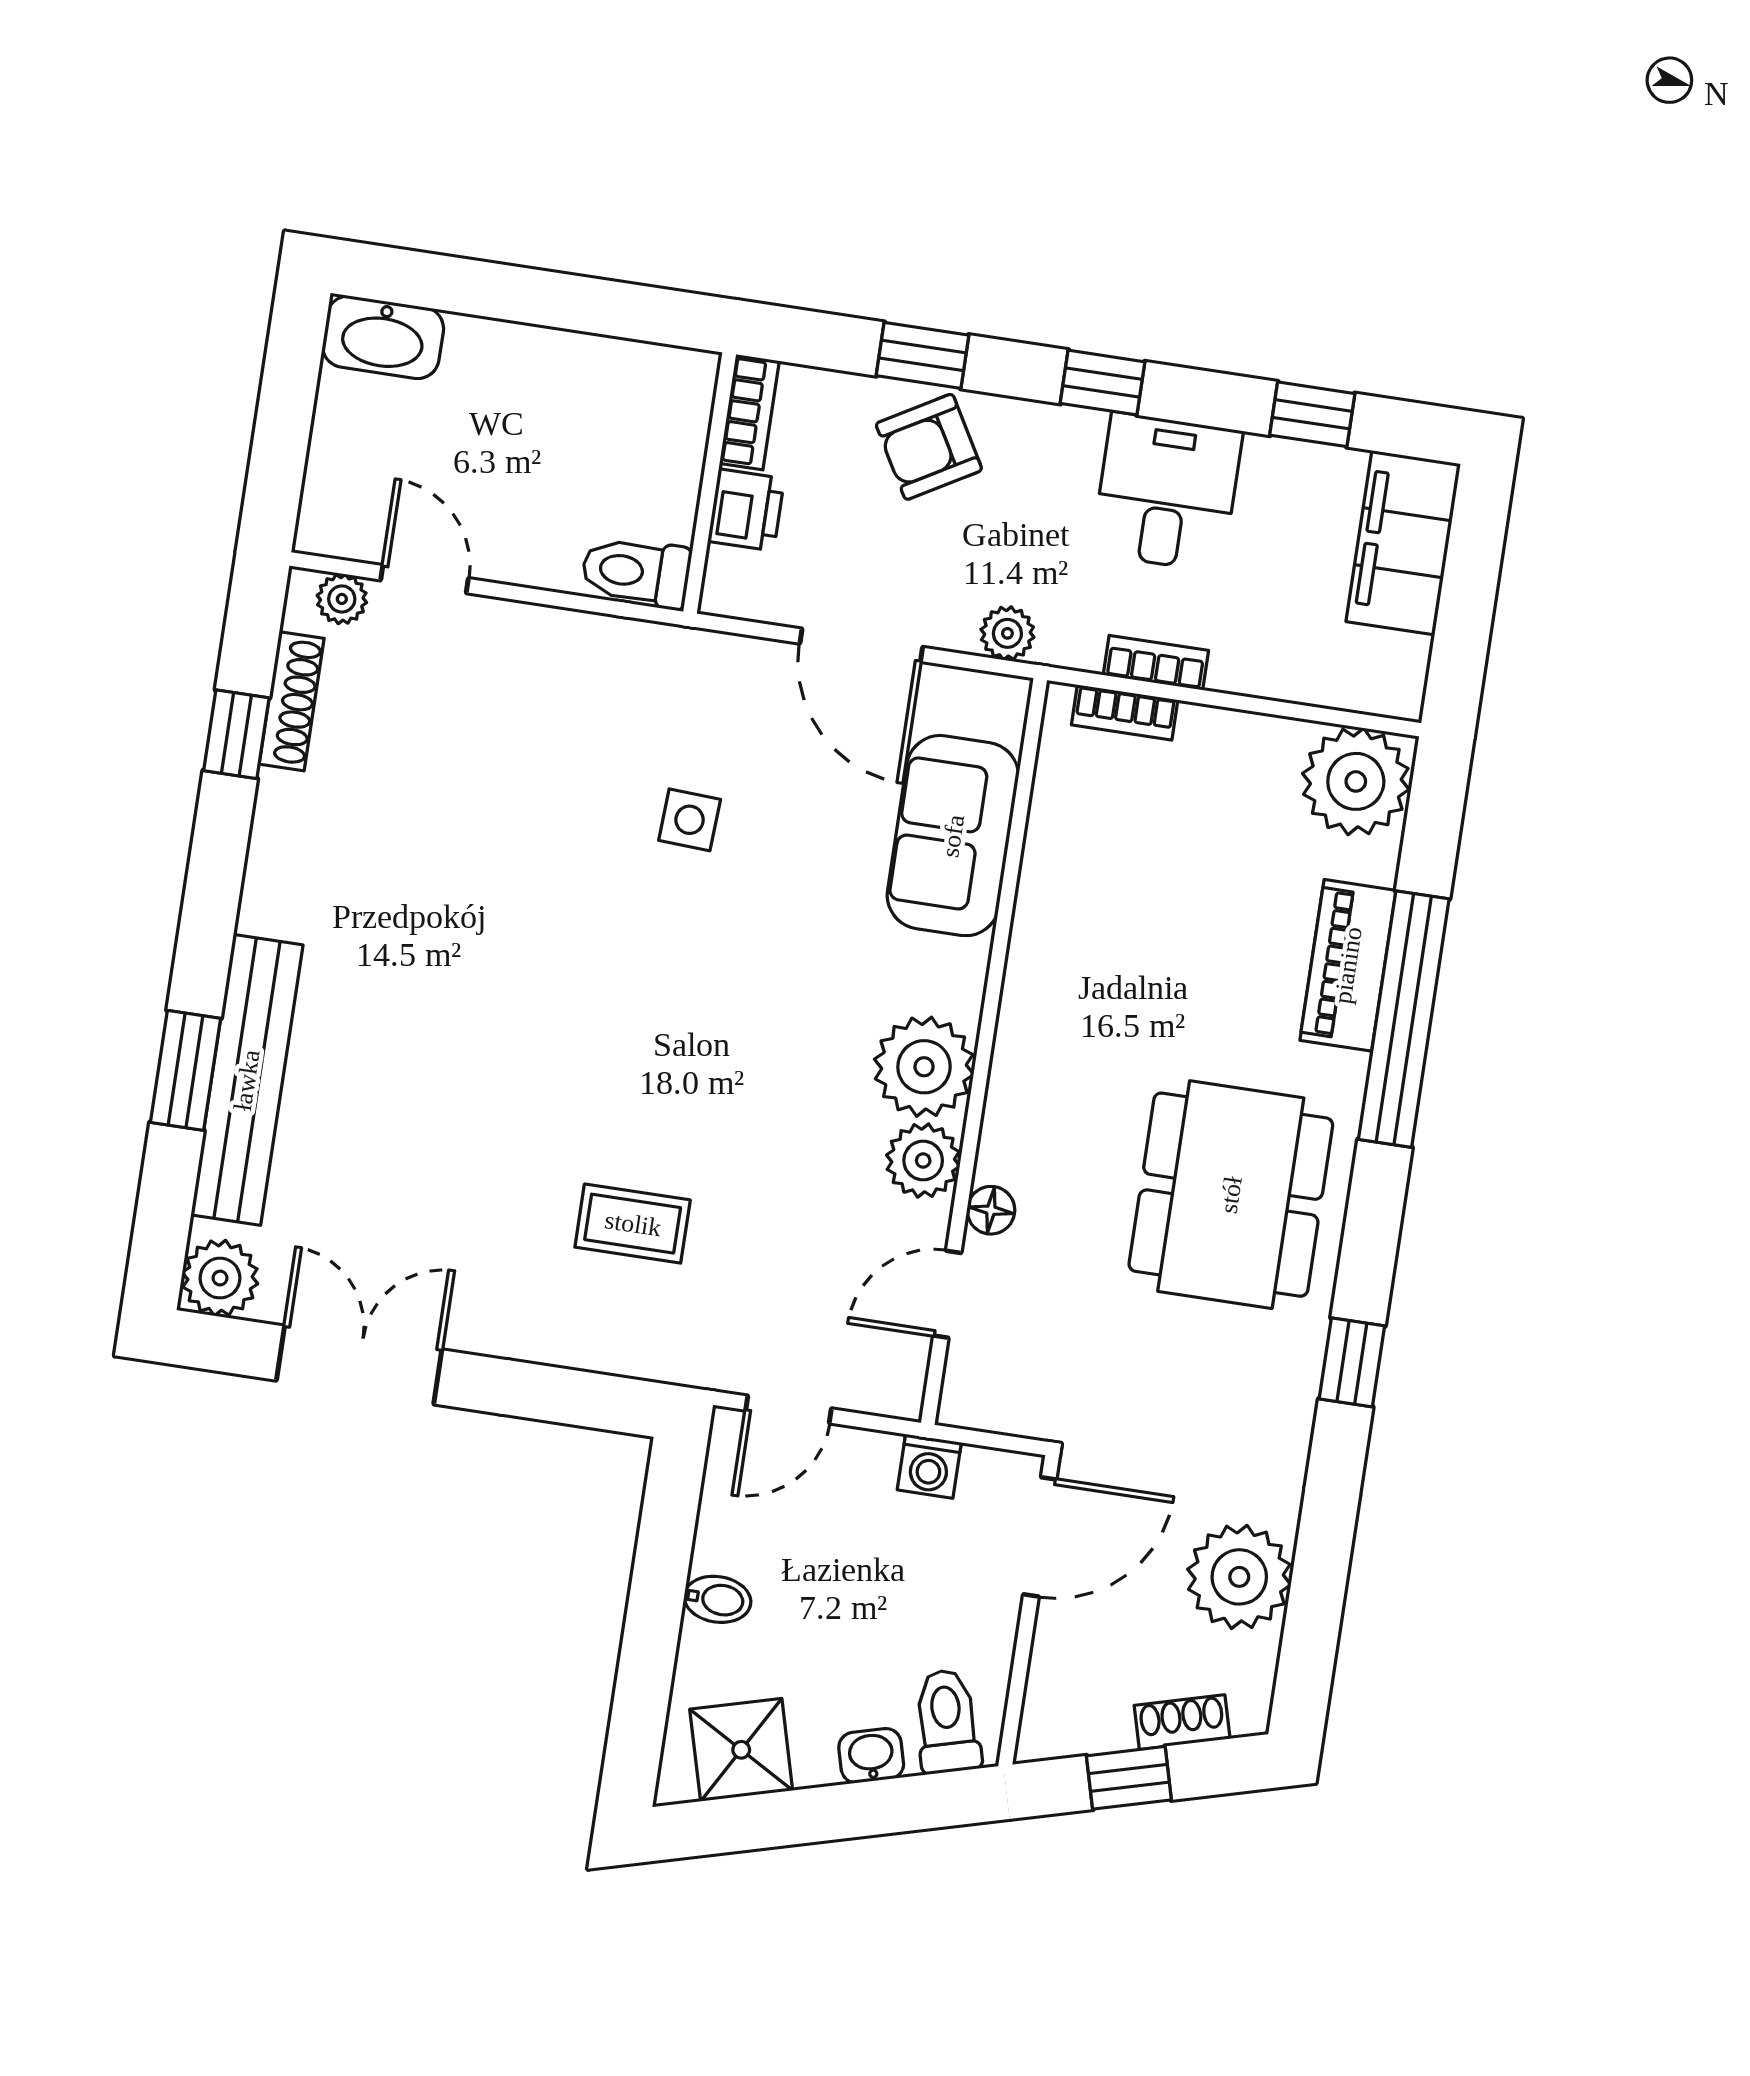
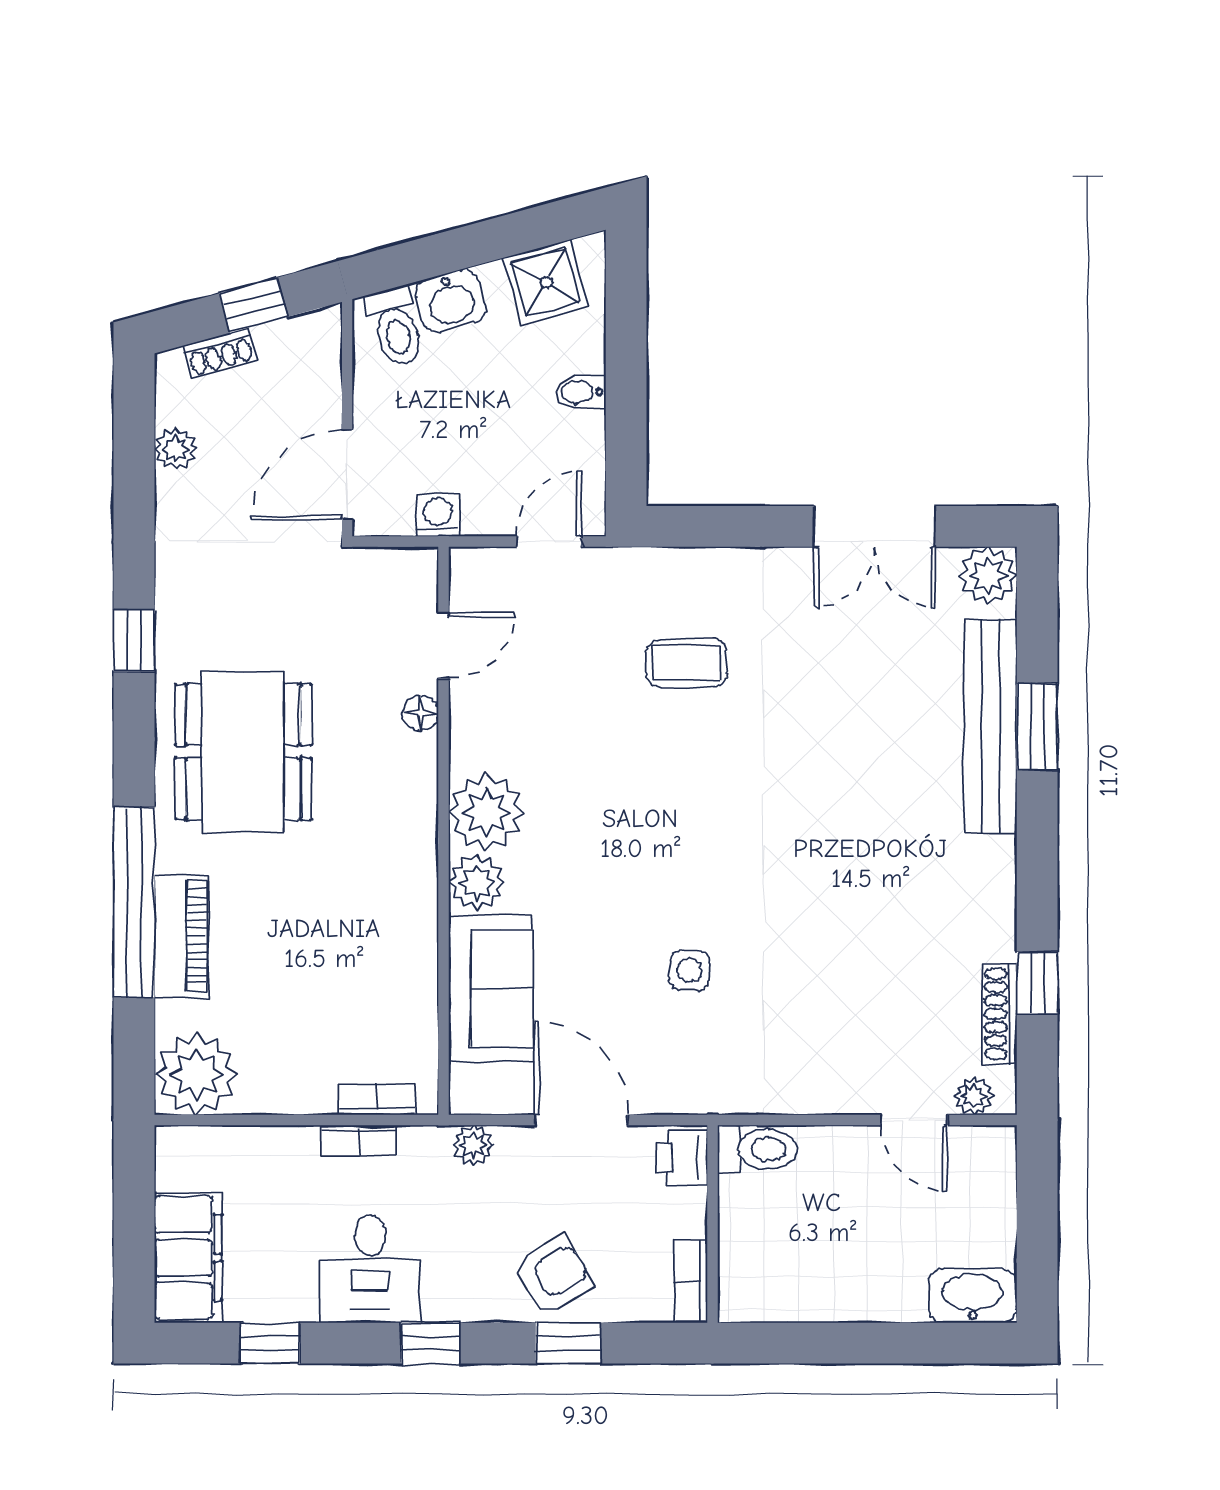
printer: (746, 510) -> (682, 1157), moved
plant: (923, 1161) -> (477, 883), moved
plant: (1239, 1577) -> (175, 449), width x0.53, depth x0.53
washbasin: (871, 1756) -> (451, 301), width x1.38, depth x1.45

